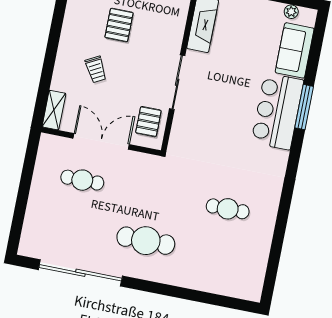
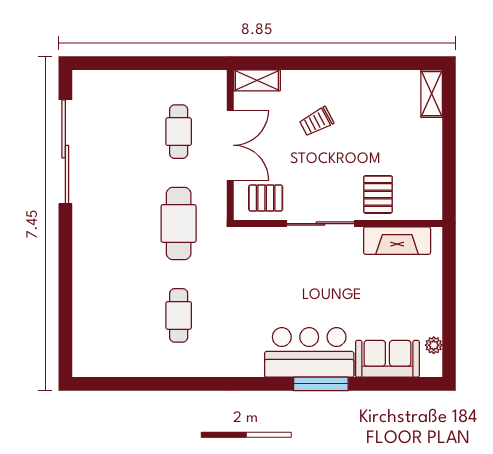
pallet: (119, 25) -> (378, 194), moved, turned 90
cafe table: (146, 241) -> (179, 224), moved

